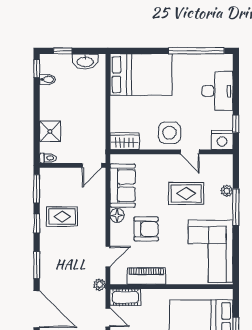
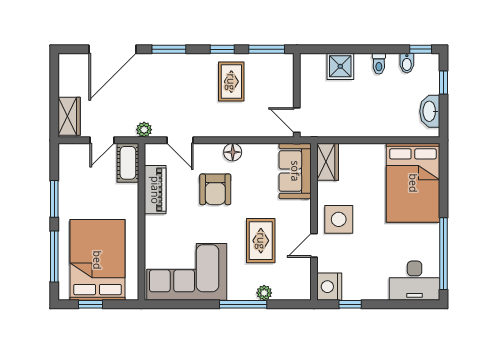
desk: (217, 91) -> (415, 281), moved
toilet: (48, 158) -> (379, 64), moved
sofa: (123, 186) -> (295, 171), moved, turned 90

